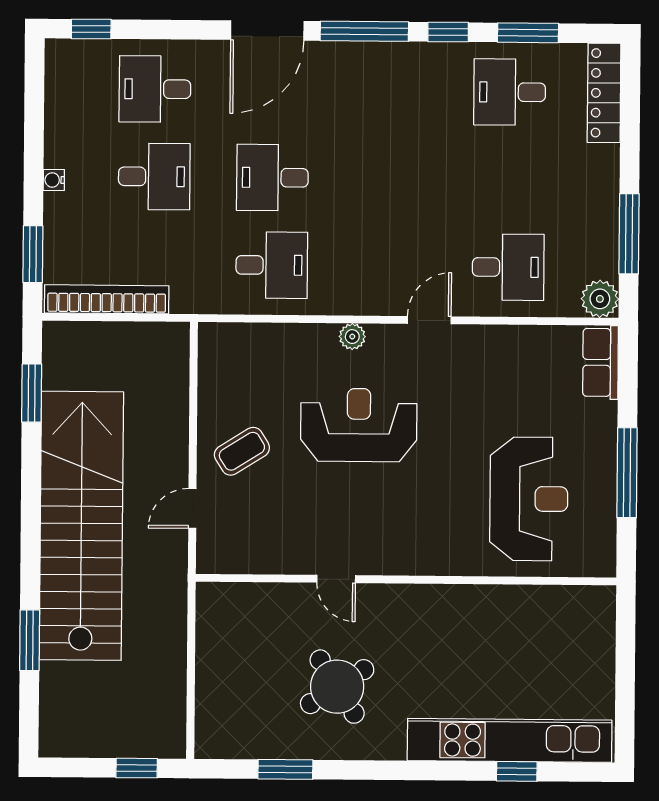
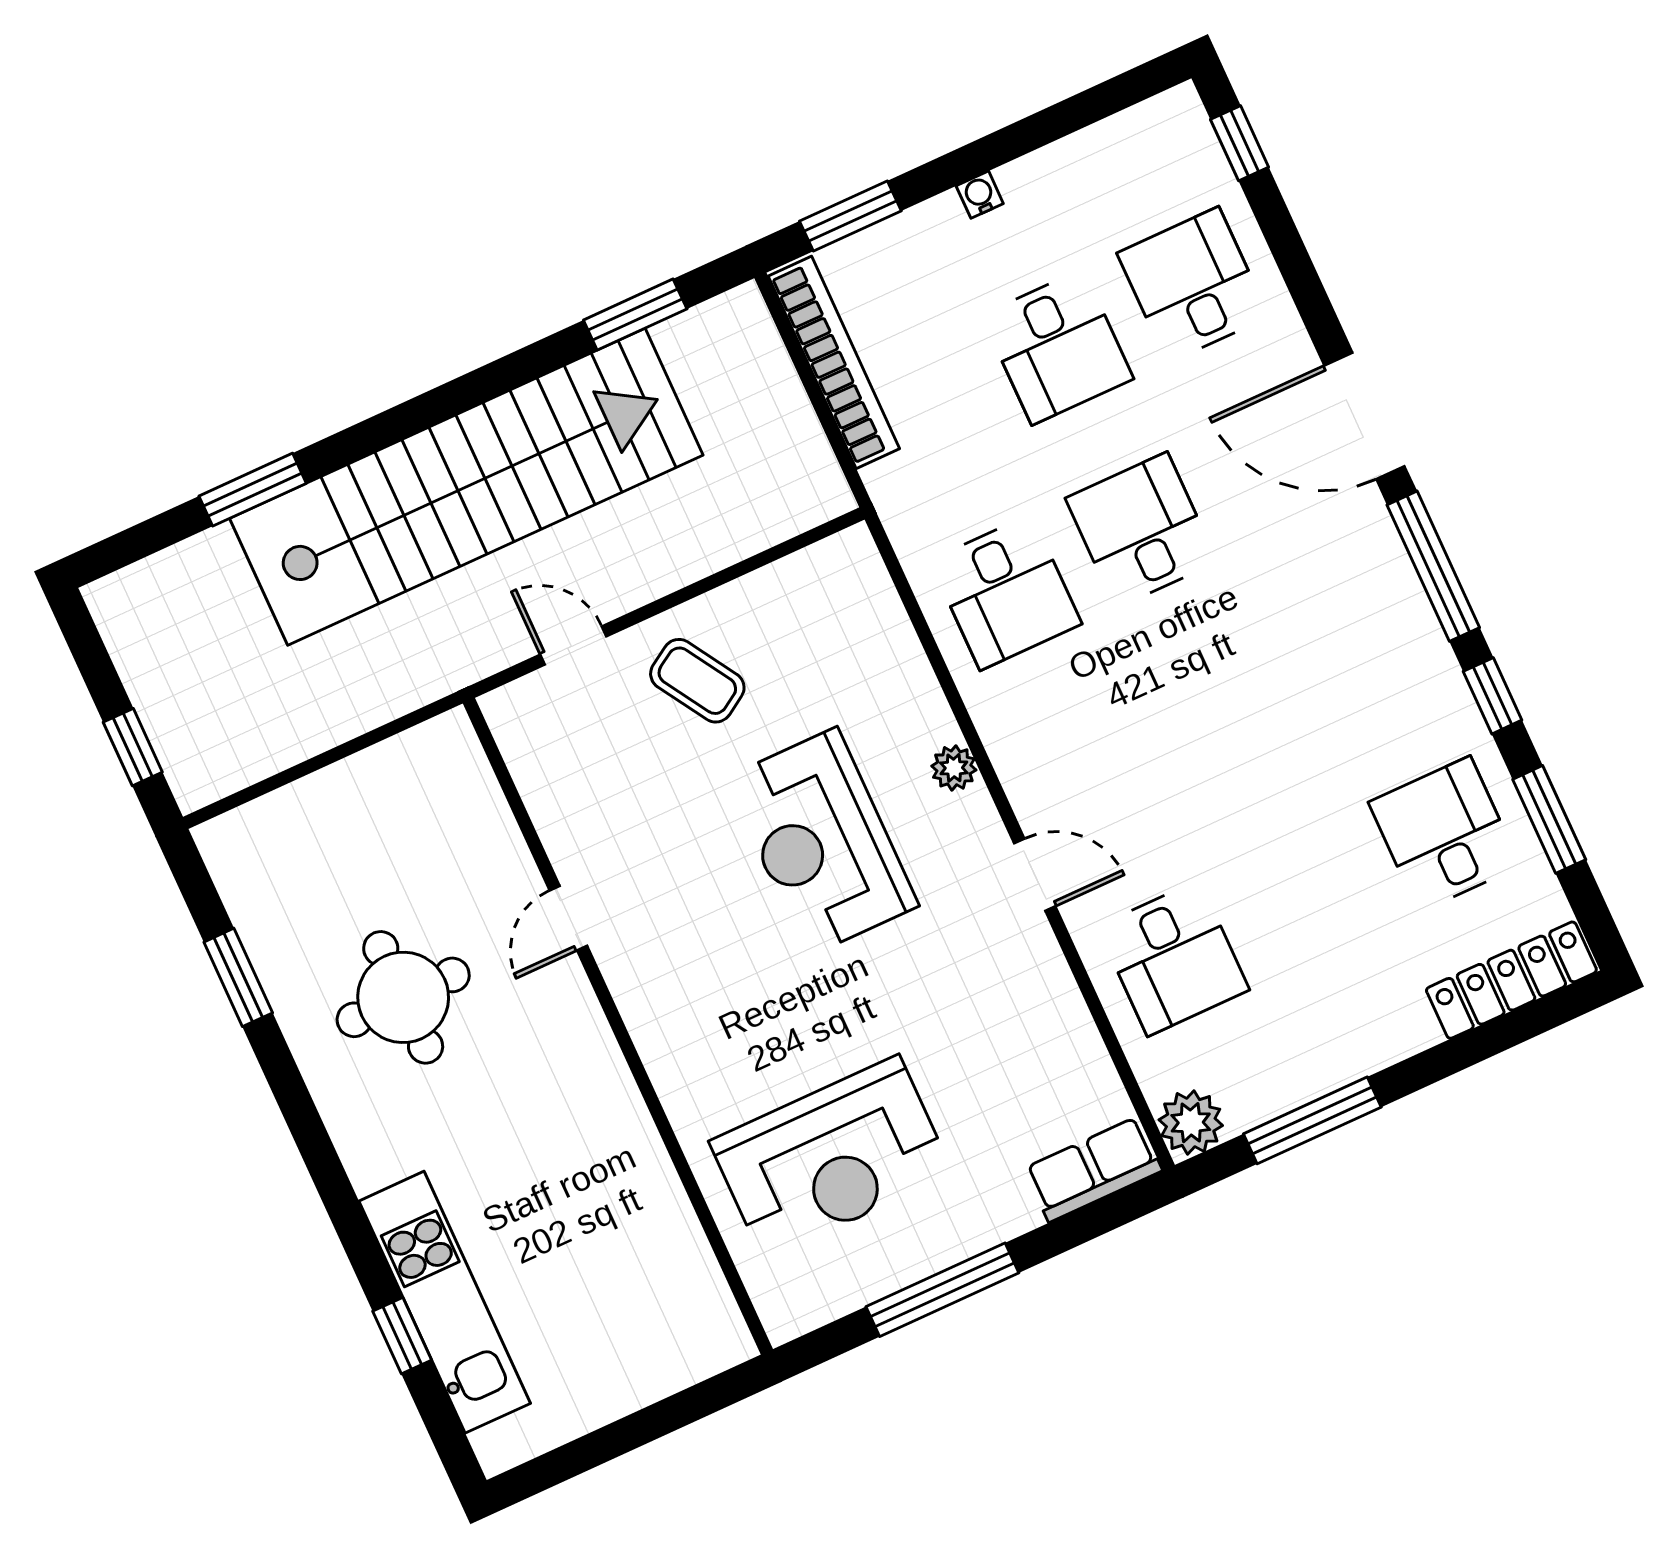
reception desk: (359, 425) -> (822, 842), turned 180
round table: (337, 687) -> (403, 997), turned 33
kitchen unit: (510, 740) -> (445, 1302), width x0.73

